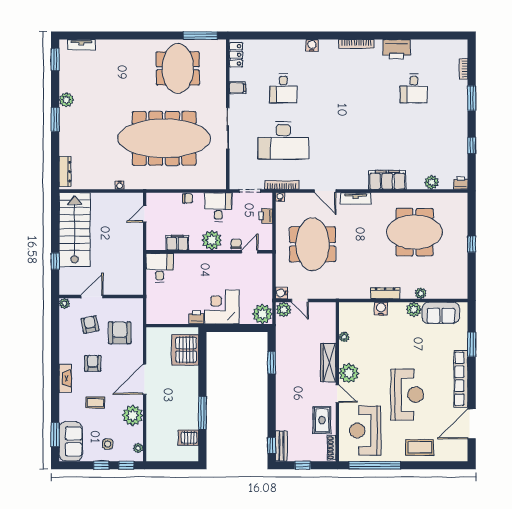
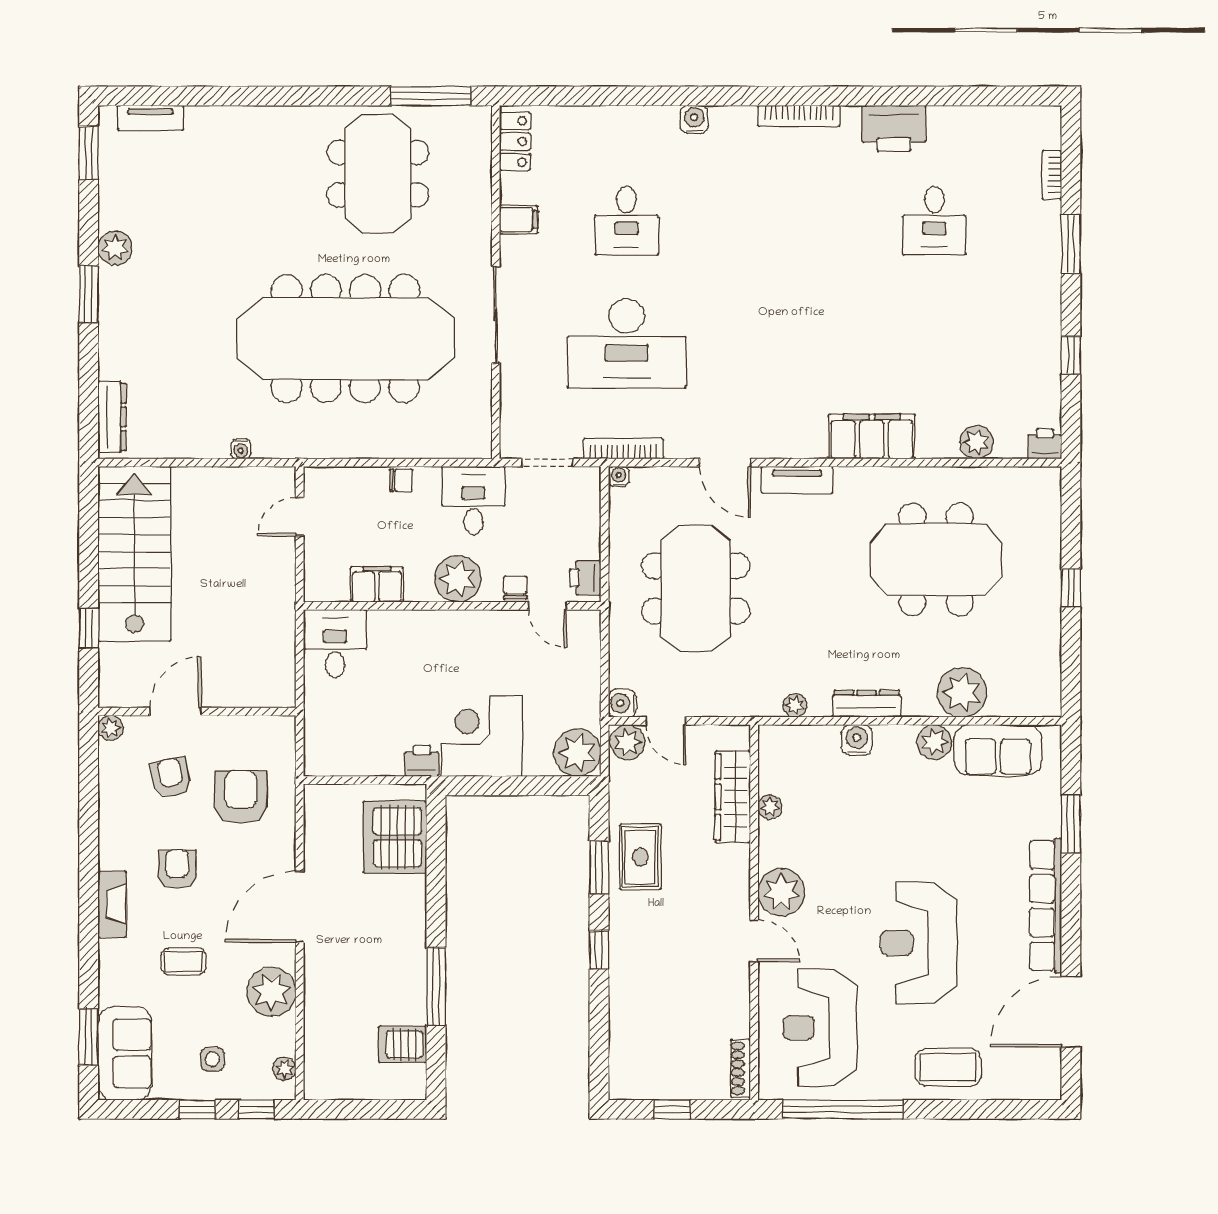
printer: (266, 216) -> (585, 578), moved
door: (250, 252) -> (548, 606), swing flipped
plant: (421, 293) -> (962, 692), width x1.88, depth x1.88
plant: (355, 294) -> (795, 705), added
wardrobe: (328, 363) -> (733, 797), moved
reception desk: (407, 395) -> (919, 943), turned 180
rug: (322, 420) -> (640, 857), moved
window: (272, 445) -> (599, 950), moved
bench: (281, 446) -> (622, 1064), removed

